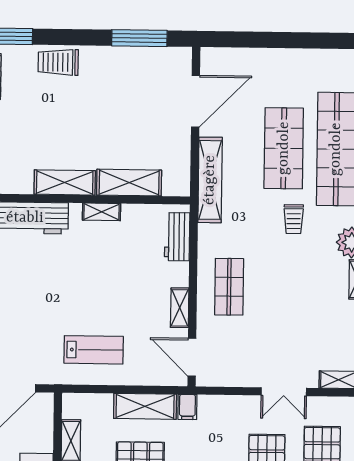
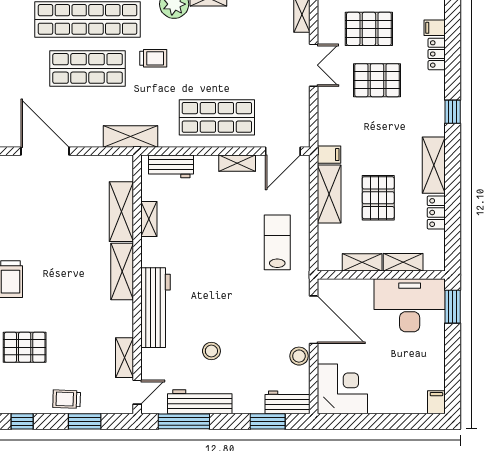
shelving: (210, 180) -> (131, 136), width x0.68
shelving: (102, 212) -> (149, 219), moved
shop shelf: (229, 287) -> (217, 117), width x1.43, depth x1.36

